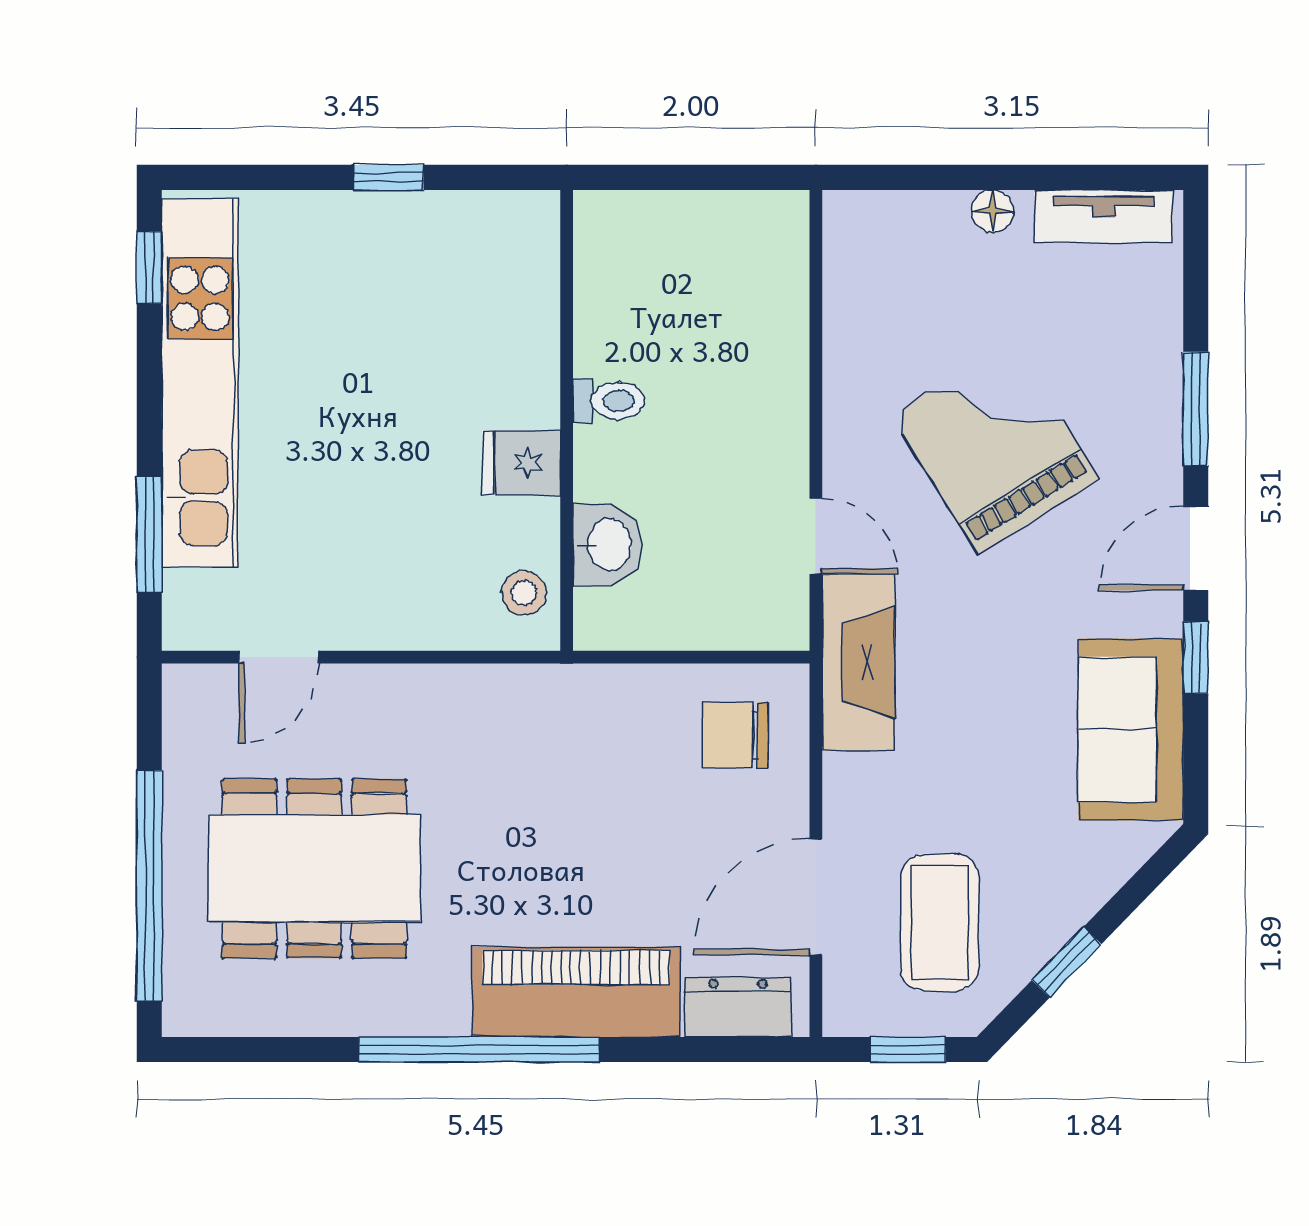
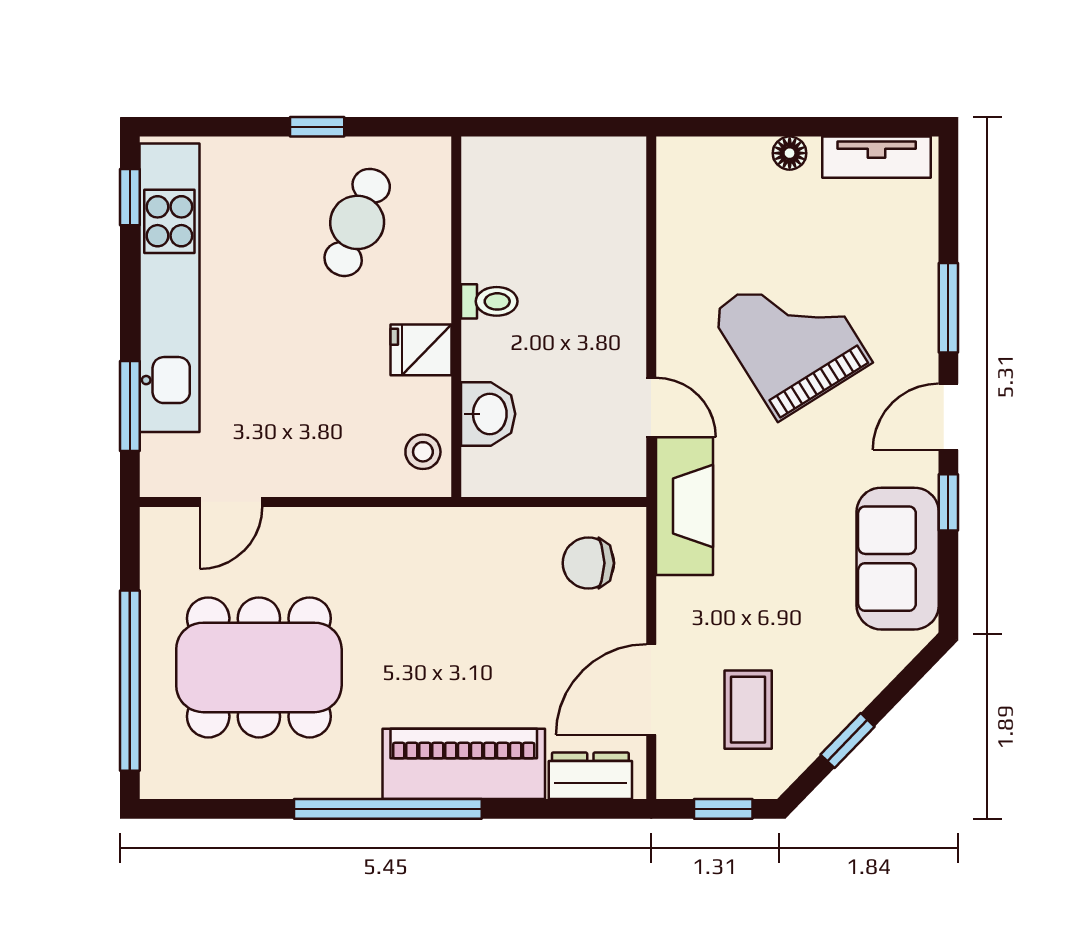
cafe table: (440, 300) -> (357, 222), added
coffee table: (940, 922) -> (748, 710), width x0.73, depth x0.77

